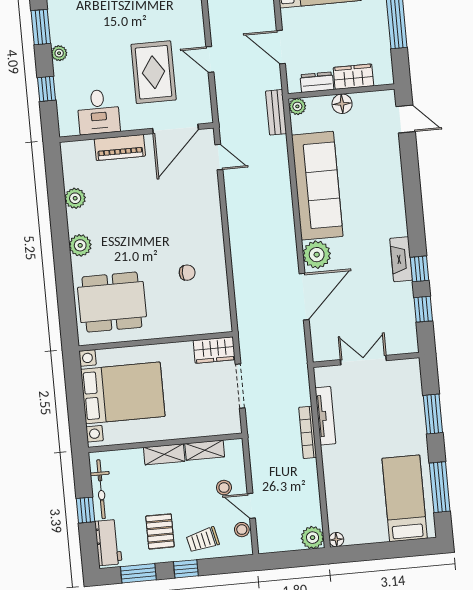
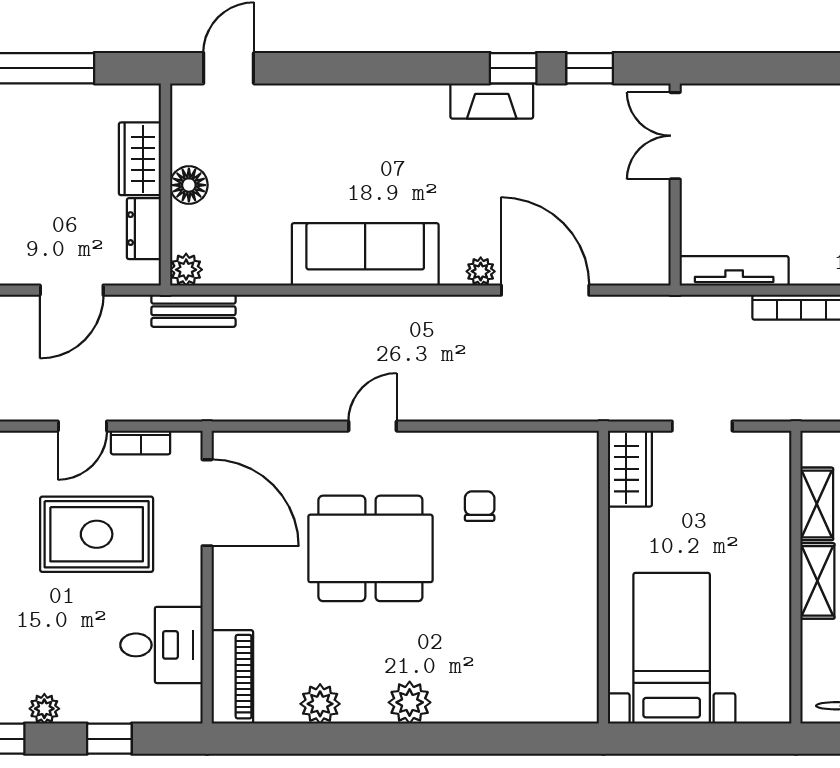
bookcase: (204, 91) -> (141, 442), added
piano: (120, 147) -> (232, 677), moved
door: (219, 157) -> (372, 426), moved
sofa: (317, 186) -> (365, 254), width x0.74, depth x0.79
plant: (317, 255) -> (481, 271), width x0.53, depth x0.53
dining table: (112, 302) -> (370, 548), moved, turned 90
double door: (363, 360) -> (675, 136), moved
doorway: (240, 386) -> (702, 426), width x0.73
bed with nightstands: (123, 393) -> (672, 648), width x0.73
window: (433, 414) -> (789, 68), removed
tv unit: (325, 416) -> (734, 271), moved

